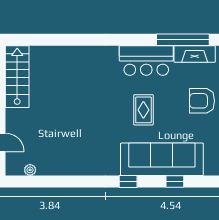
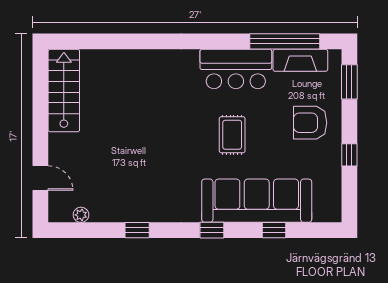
window: (72, 182) -> (137, 230), added

